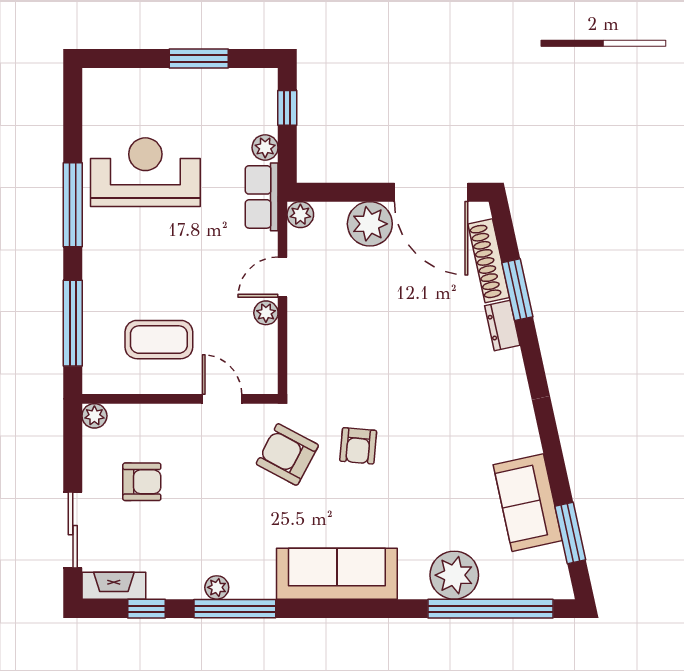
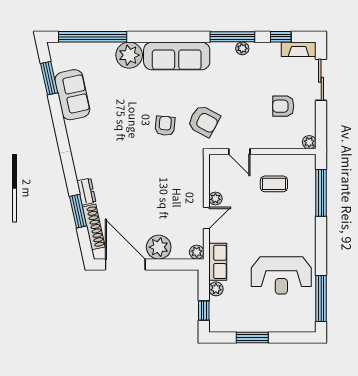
window: (73, 205) -> (321, 299), moved
coffee table: (159, 340) -> (274, 184), width x0.73, depth x0.77
plant: (454, 575) -> (129, 55), moved

